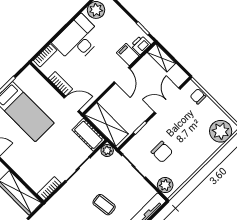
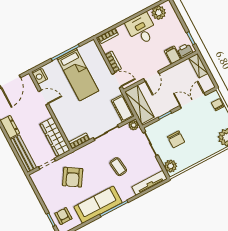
desk: (78, 39) -> (142, 29), width x0.73
door: (122, 75) -> (151, 76), moved

